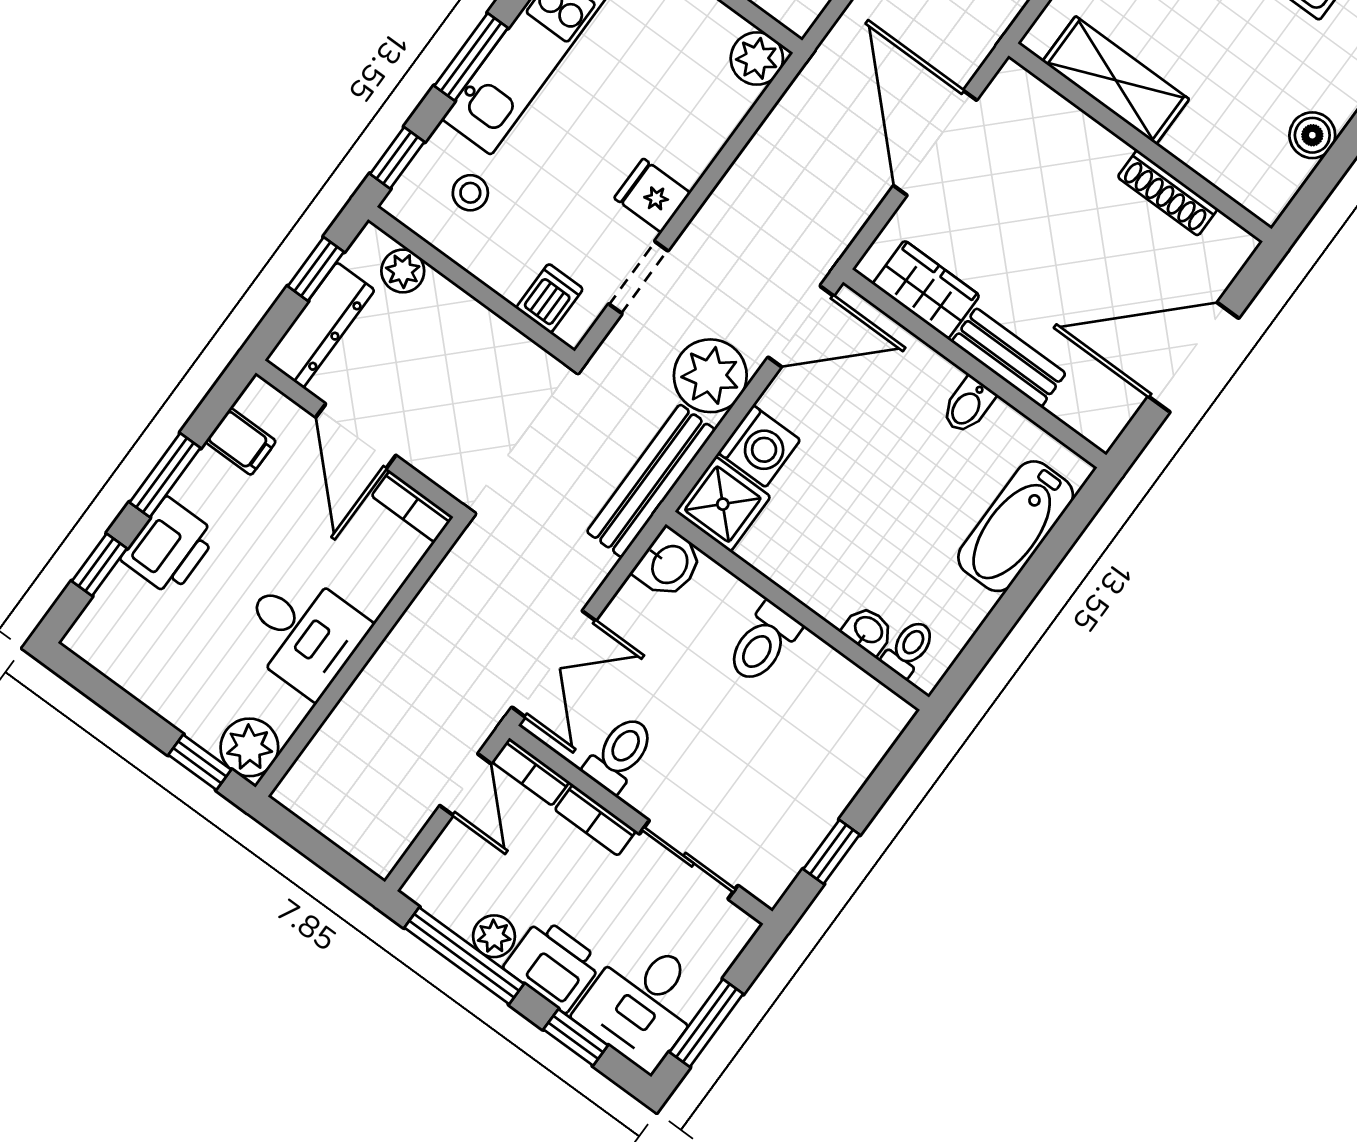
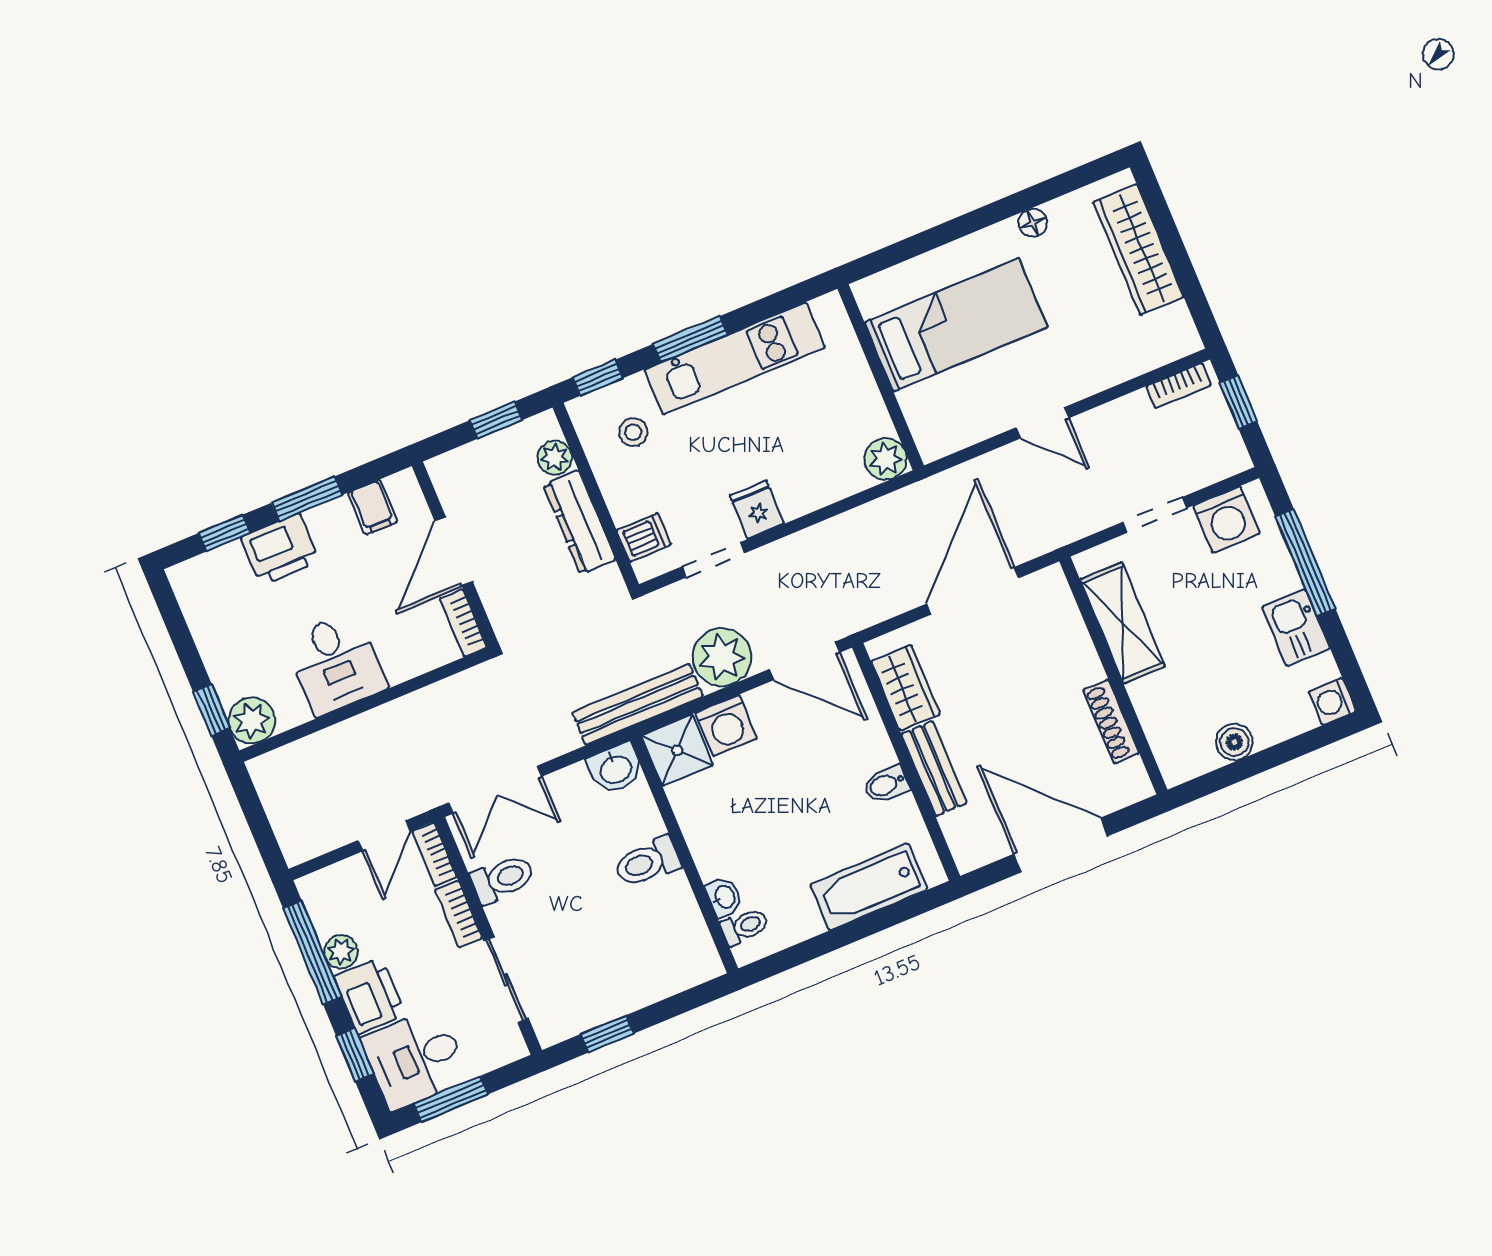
dresser: (320, 325) -> (579, 522), moved, turned 90

